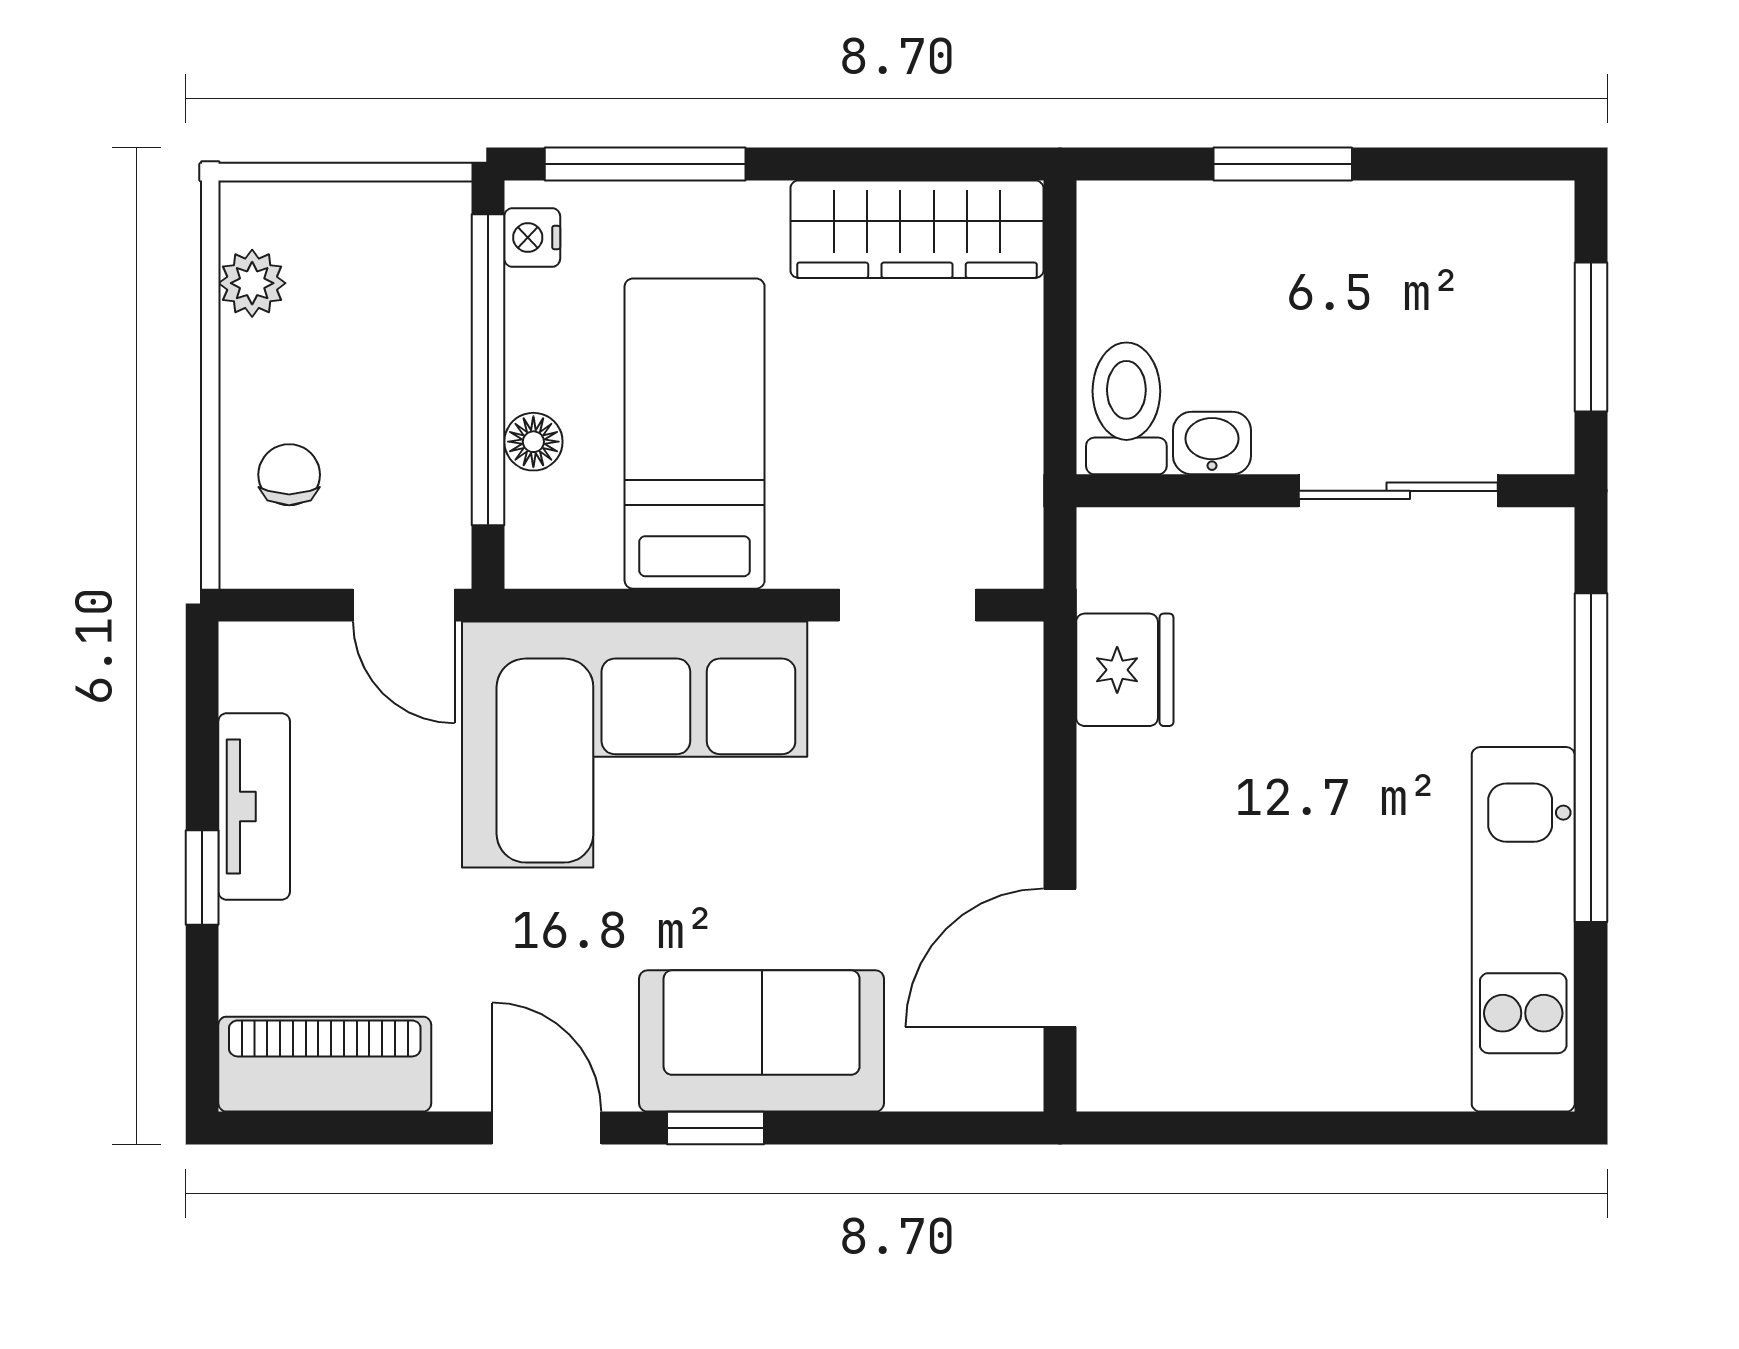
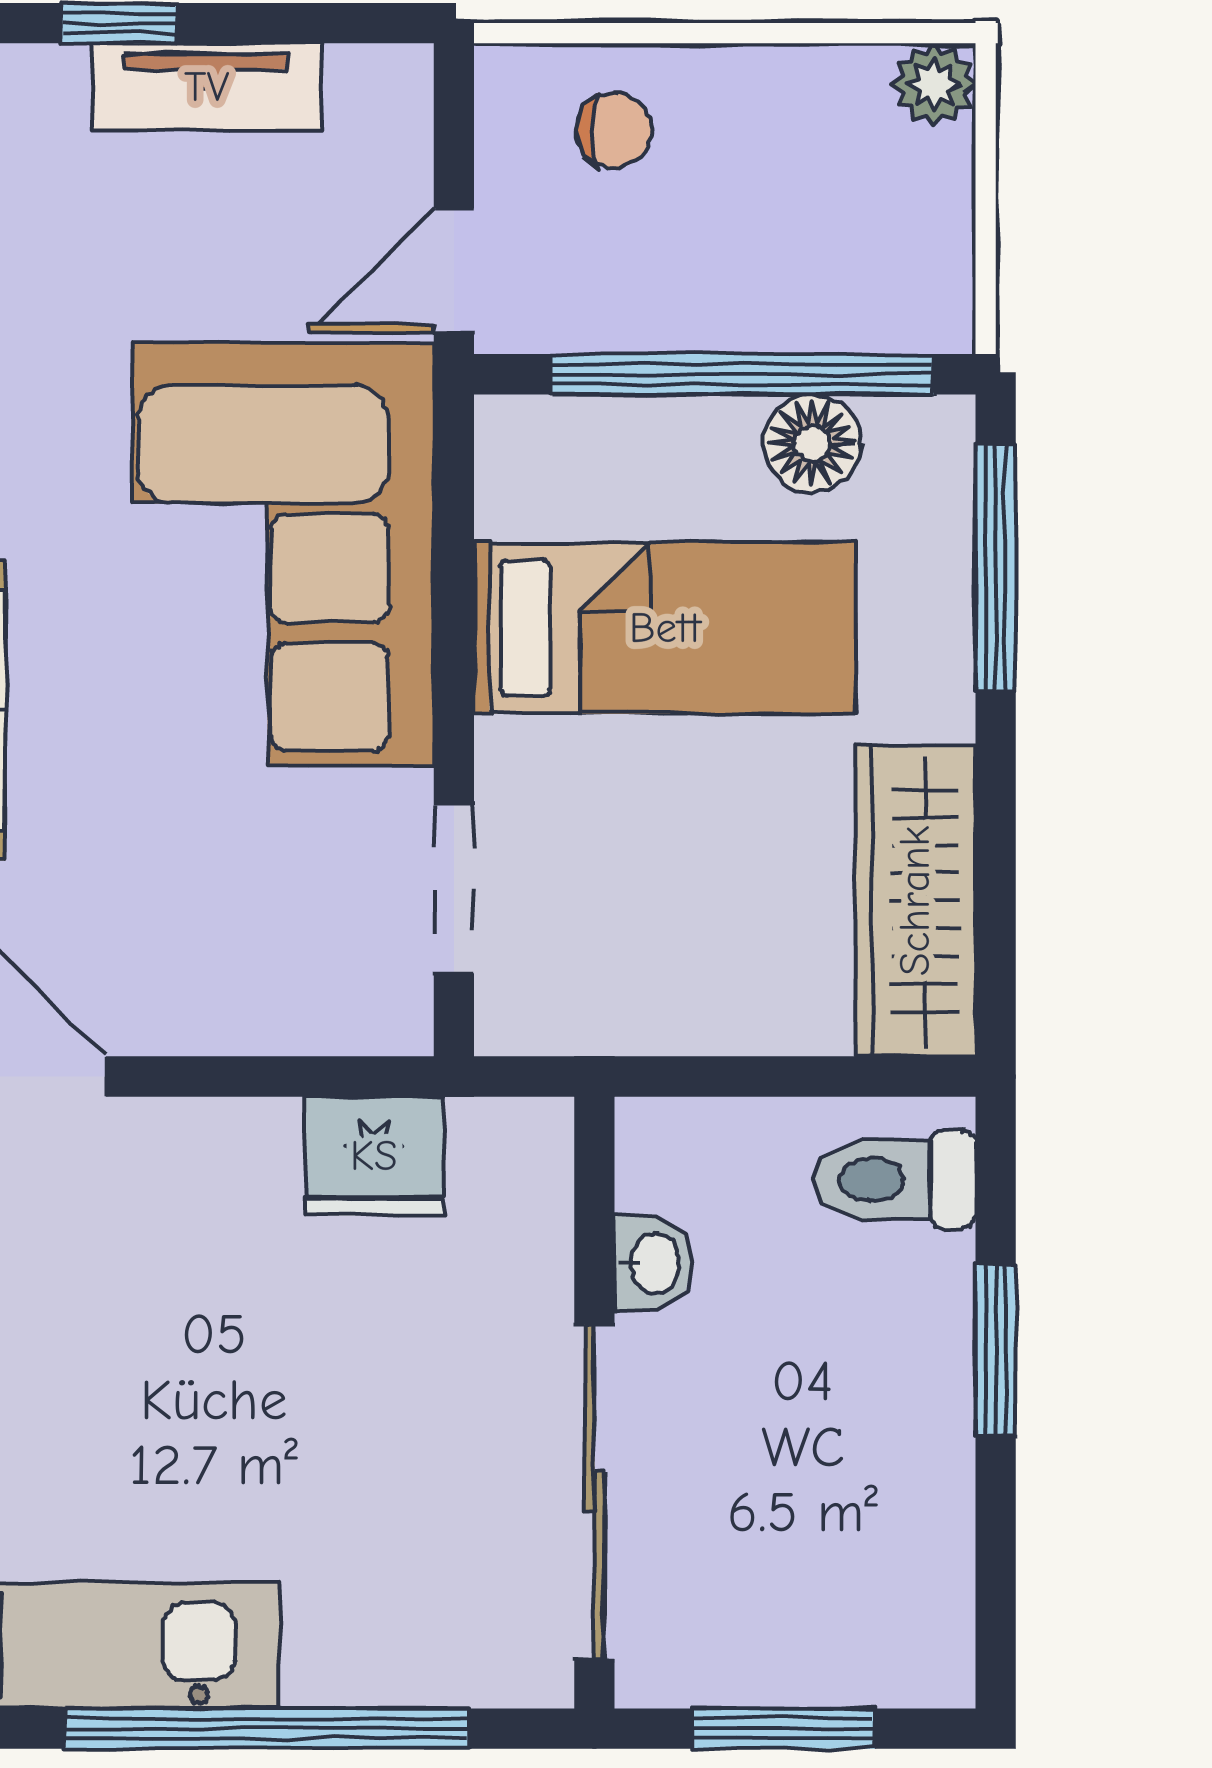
nightstand: (532, 237) -> (905, 429), removed
plant: (252, 283) -> (934, 85), moved
toilet: (1126, 408) -> (894, 1180), moved, turned 180
floor lamp: (533, 442) -> (812, 443), moved, width x1.37, depth x1.37
sliding door: (1398, 491) -> (594, 1492), width x1.37

